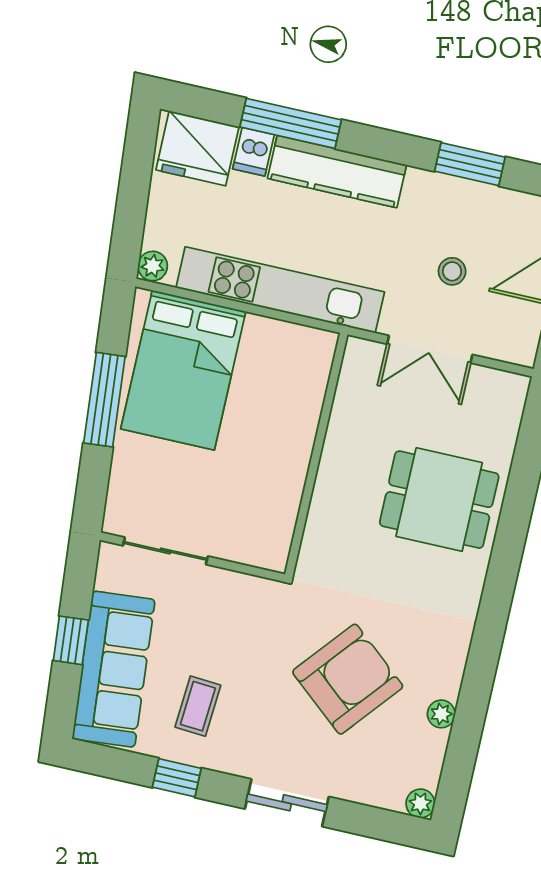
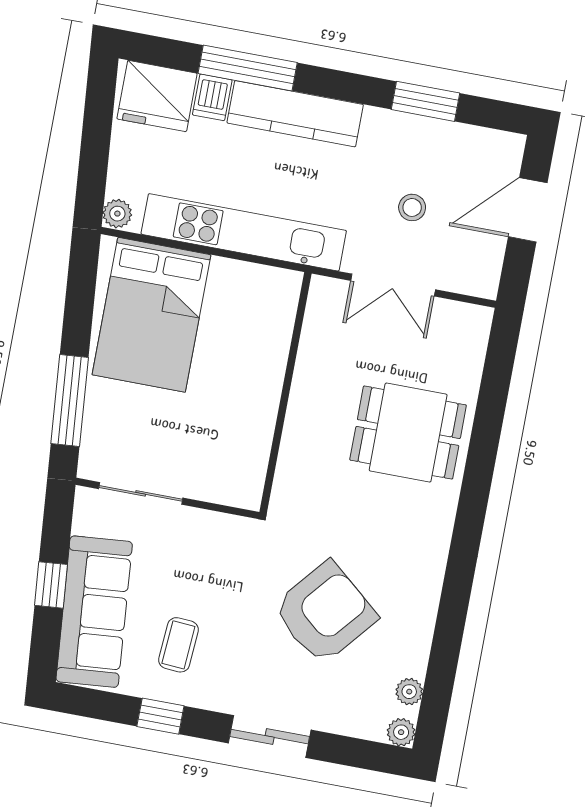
window: (104, 400) -> (70, 400), moved
plant: (441, 714) -> (409, 692), moved

